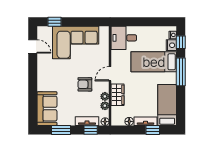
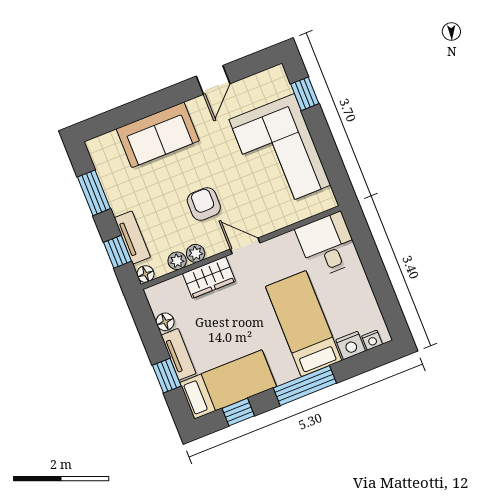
window: (181, 42) -> (238, 412), moved
door: (33, 46) -> (213, 80), moved
sofa: (47, 109) -> (158, 135), moved

